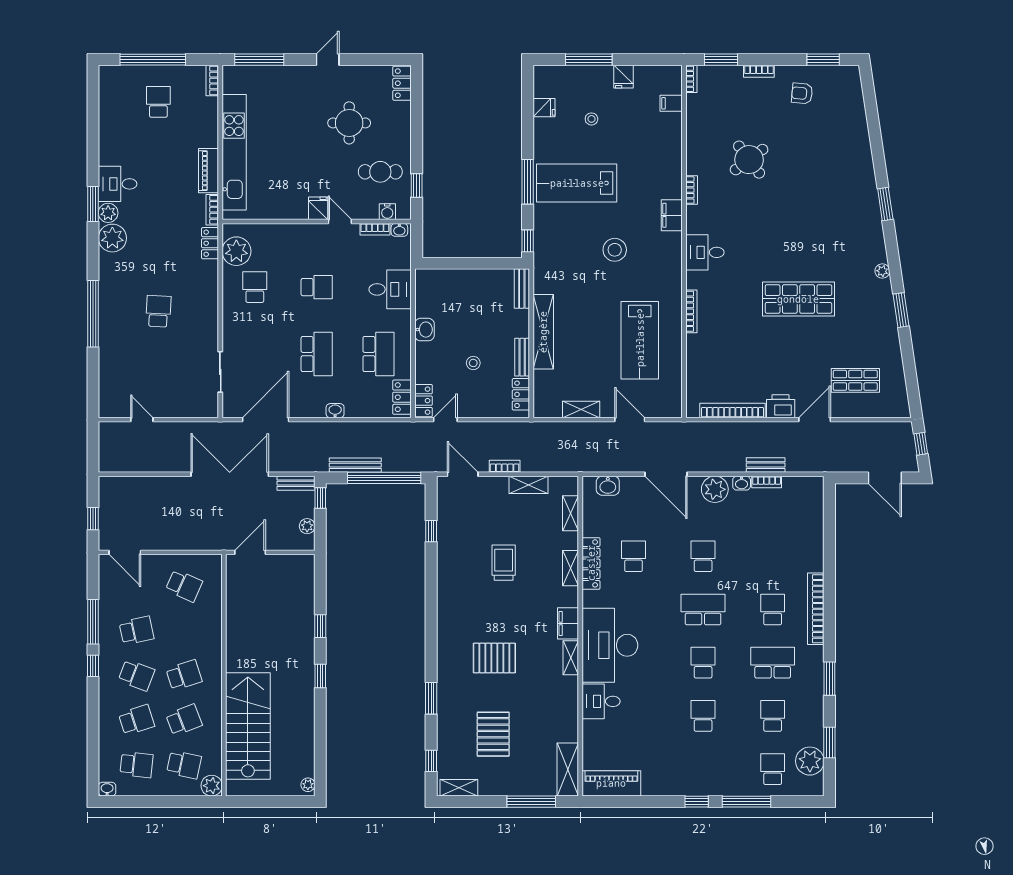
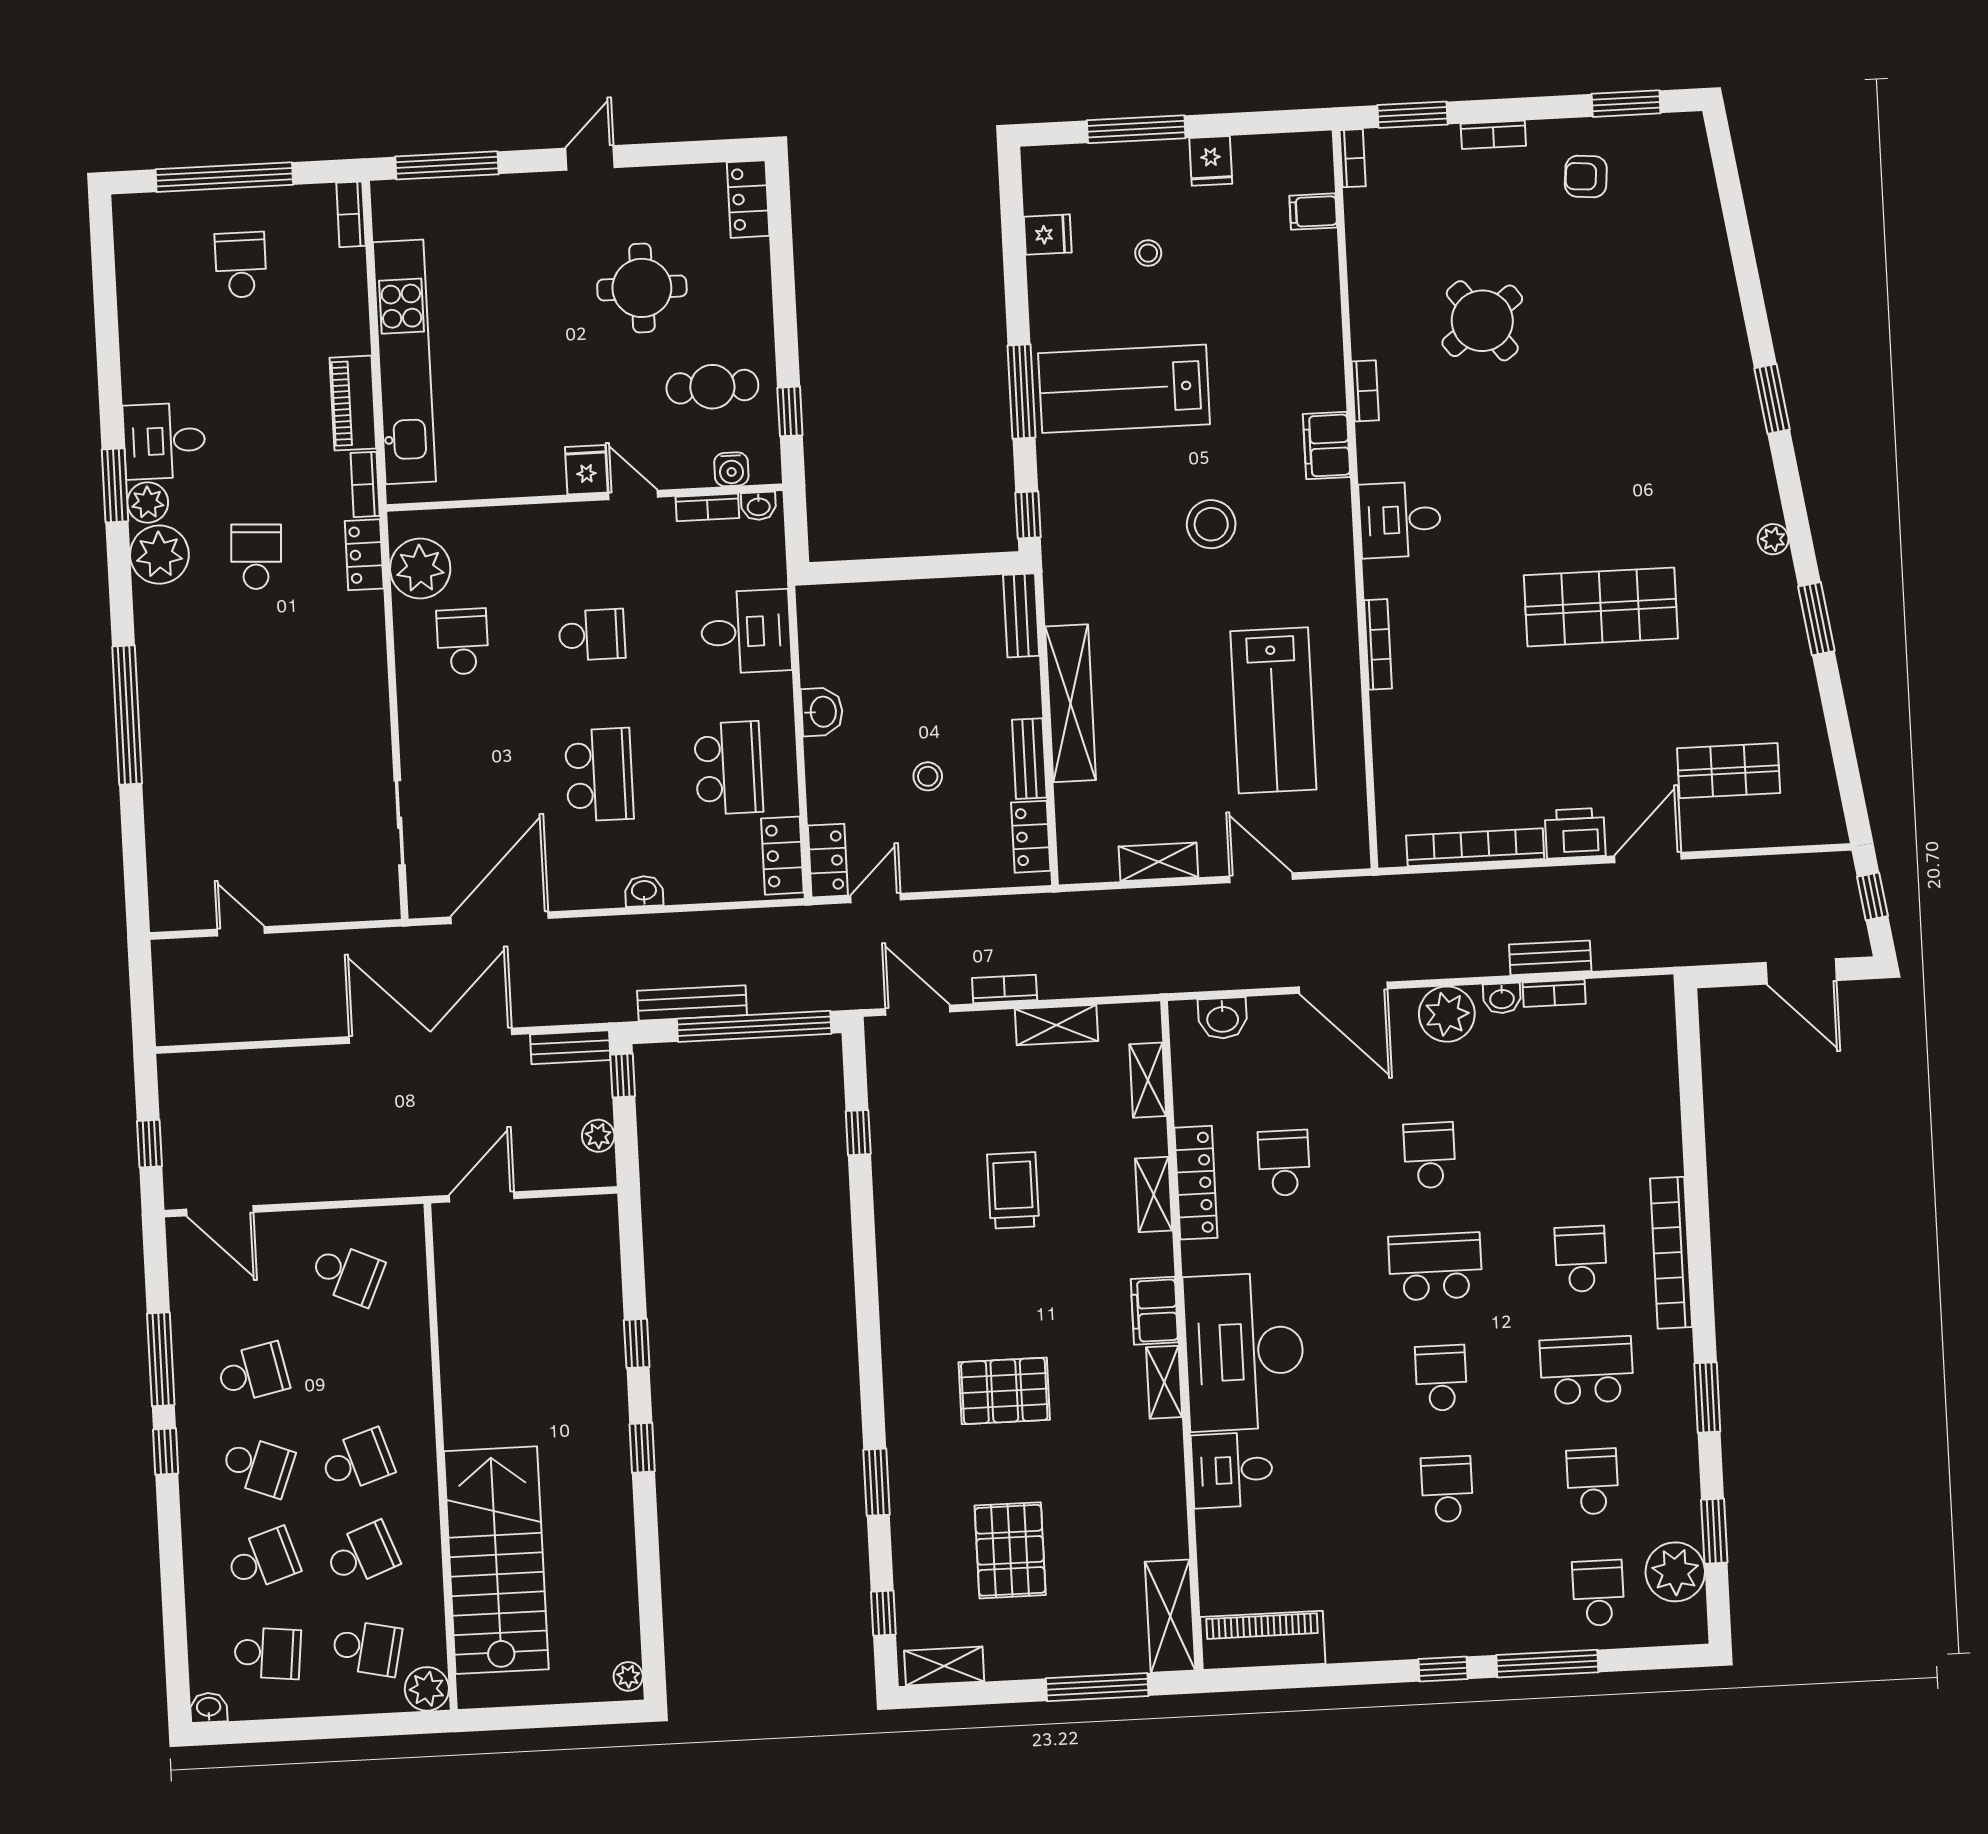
school desk: (158, 311) -> (256, 557), moved

